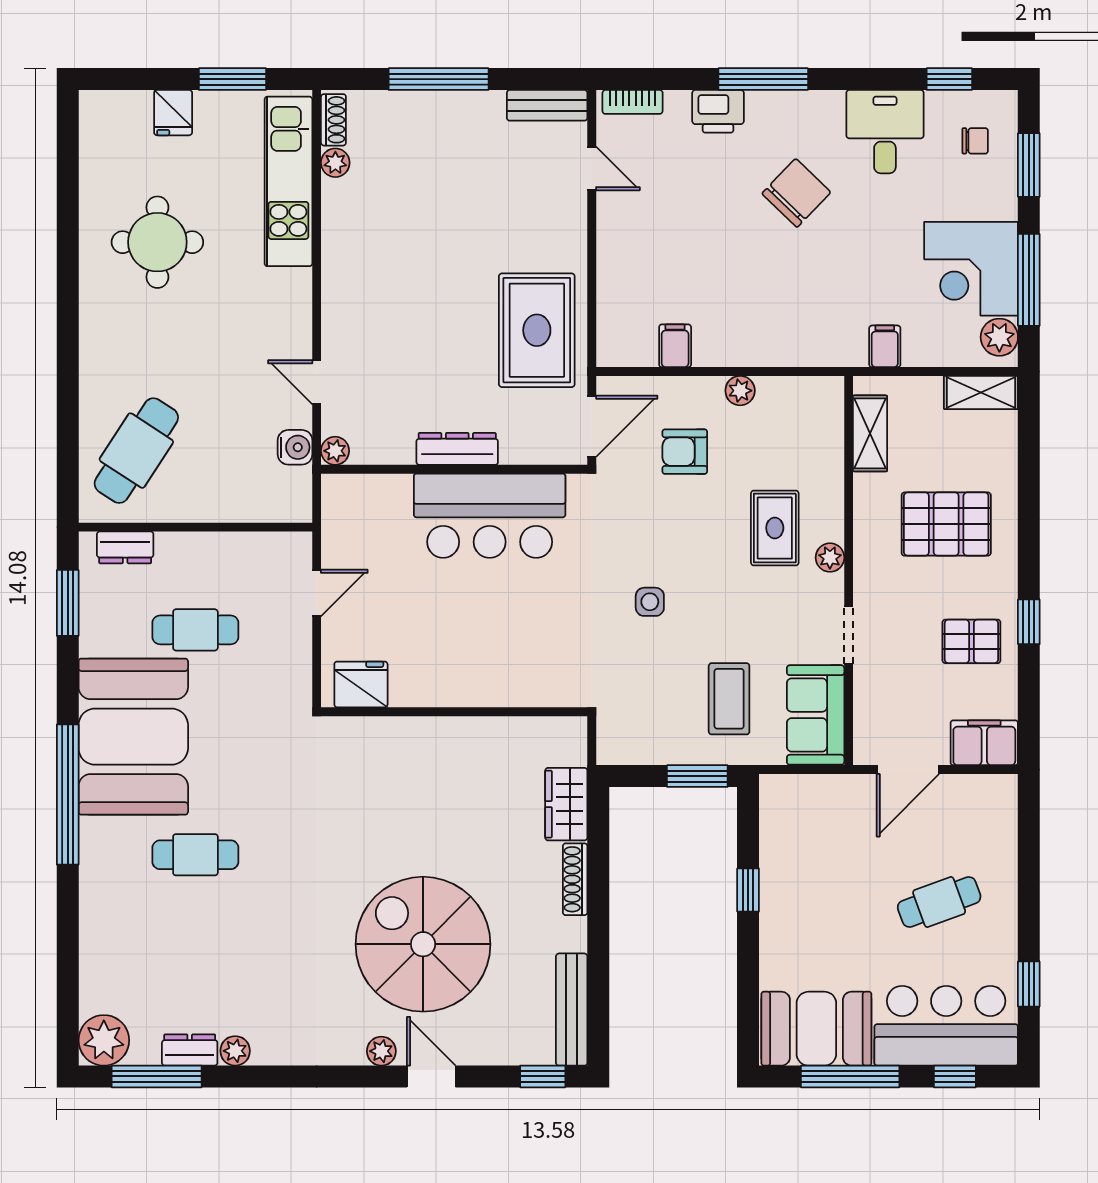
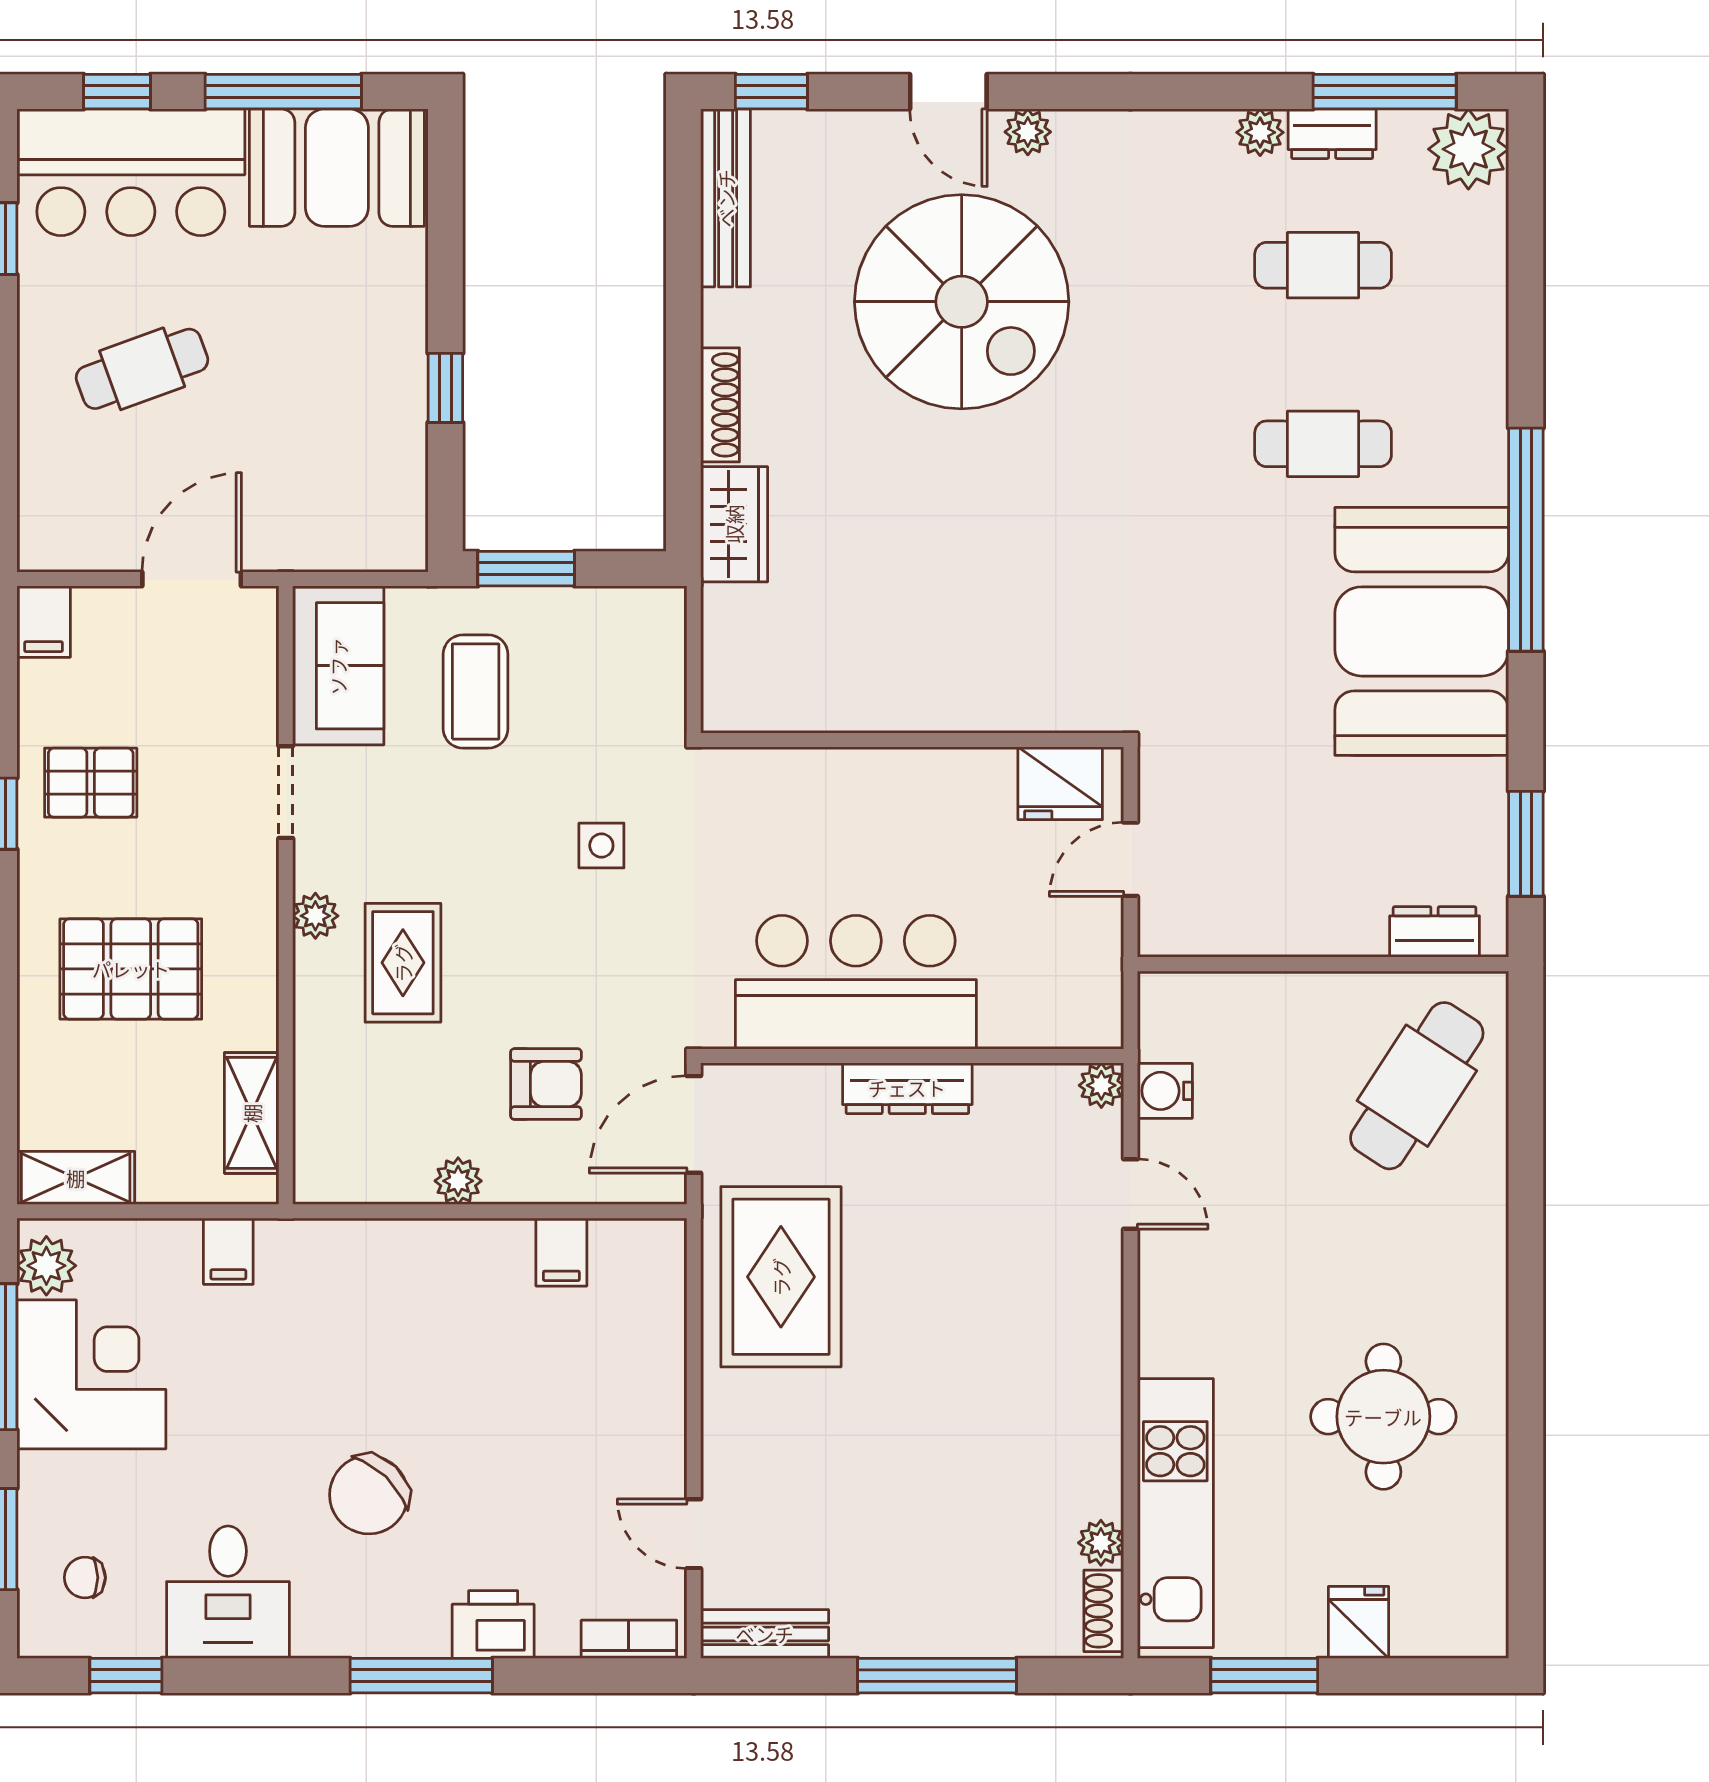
cafe table: (195, 630) -> (1323, 265), moved
fridge: (361, 684) -> (1060, 783), moved
wall: (454, 712) -> (912, 740), moved
filing cabinet: (984, 743) -> (44, 622), width x0.50

